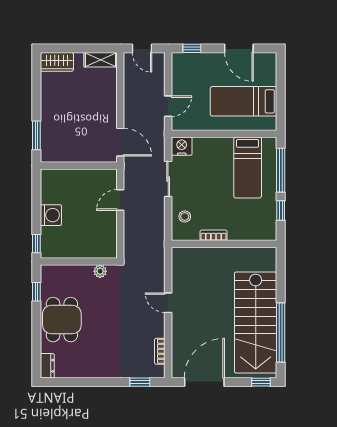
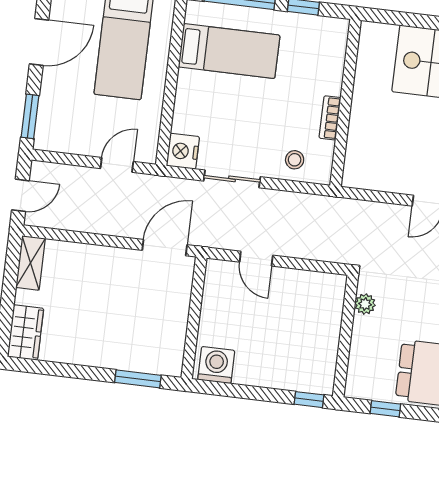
window: (192, 48) -> (30, 116), width x1.50
door: (168, 106) -> (117, 165), hinge flipped
washing machine: (51, 215) -> (216, 365), moved

